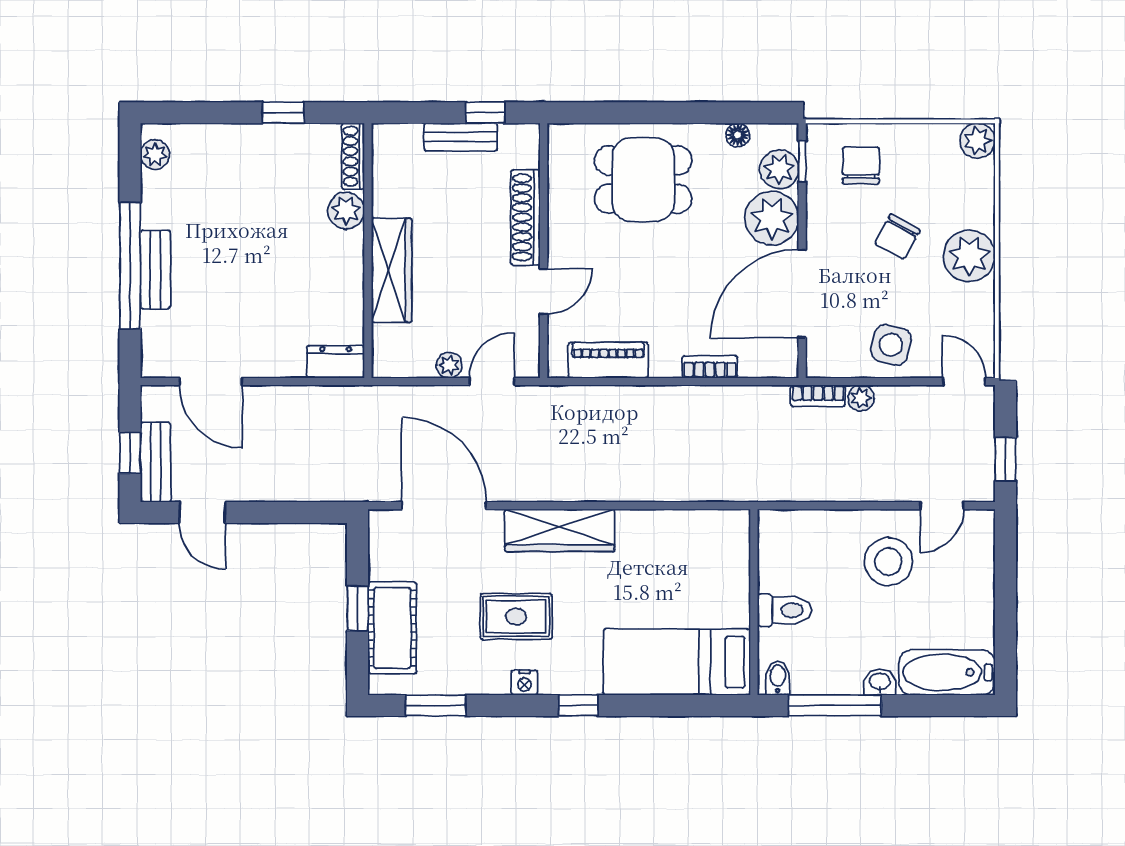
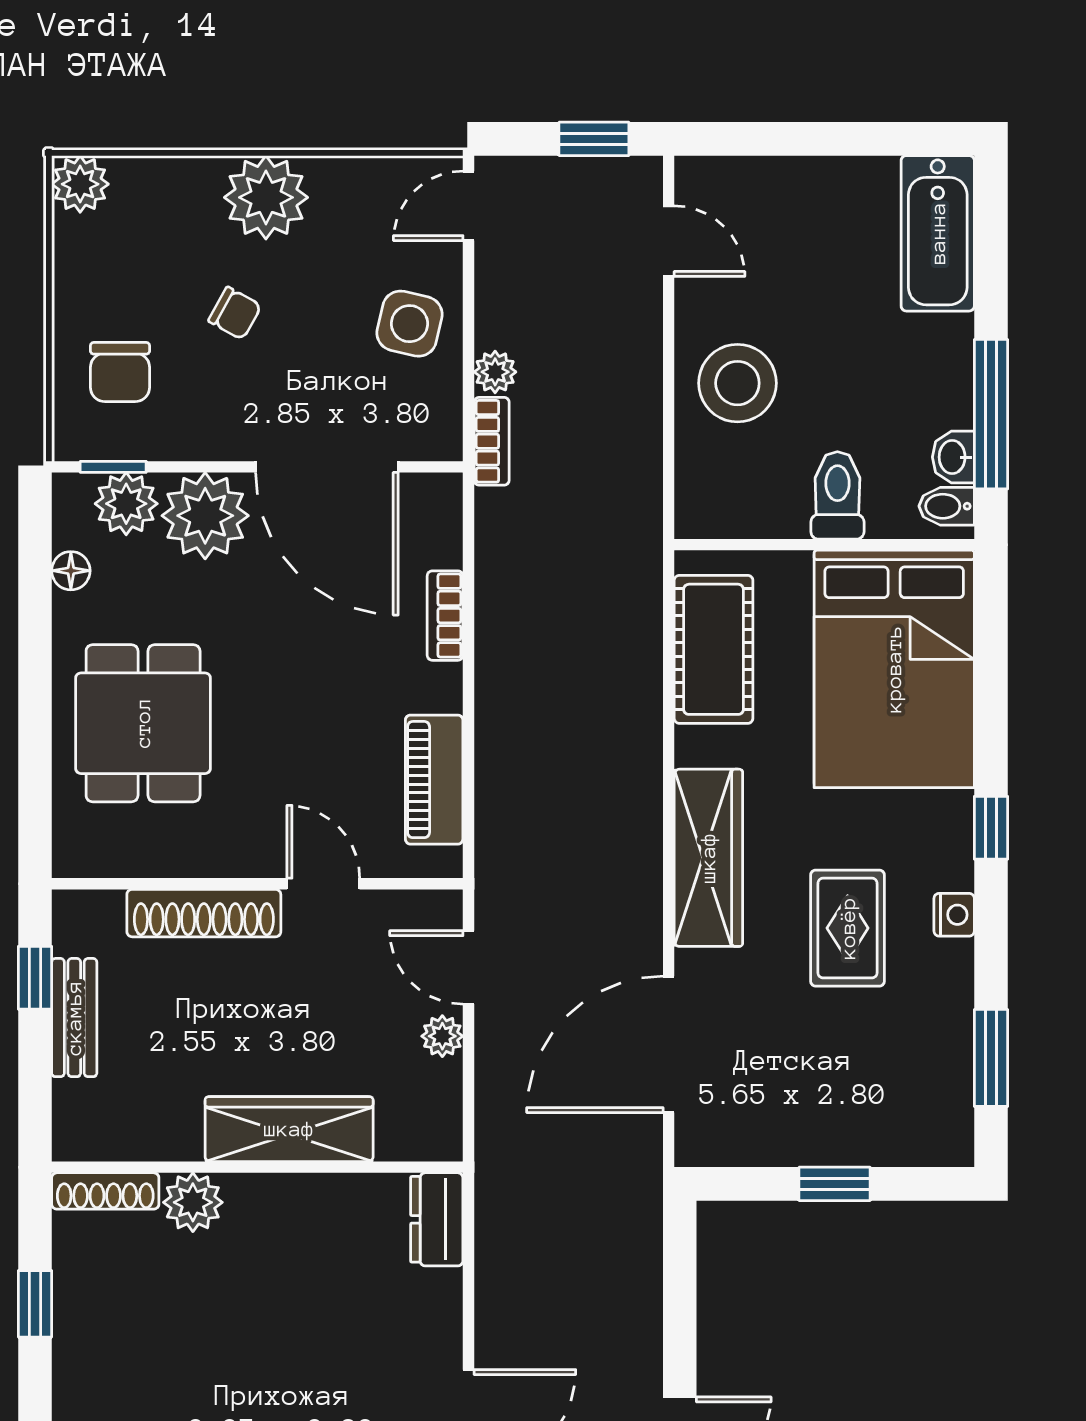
chair: (861, 165) -> (120, 372), turned -90
chair: (897, 237) -> (235, 313), width x0.73, depth x0.73
stool: (888, 562) -> (737, 383), moved
cot: (392, 628) -> (714, 649), moved, turned 90
bed: (677, 662) -> (894, 669), width x1.50
washbasin: (880, 682) -> (953, 457), moved

